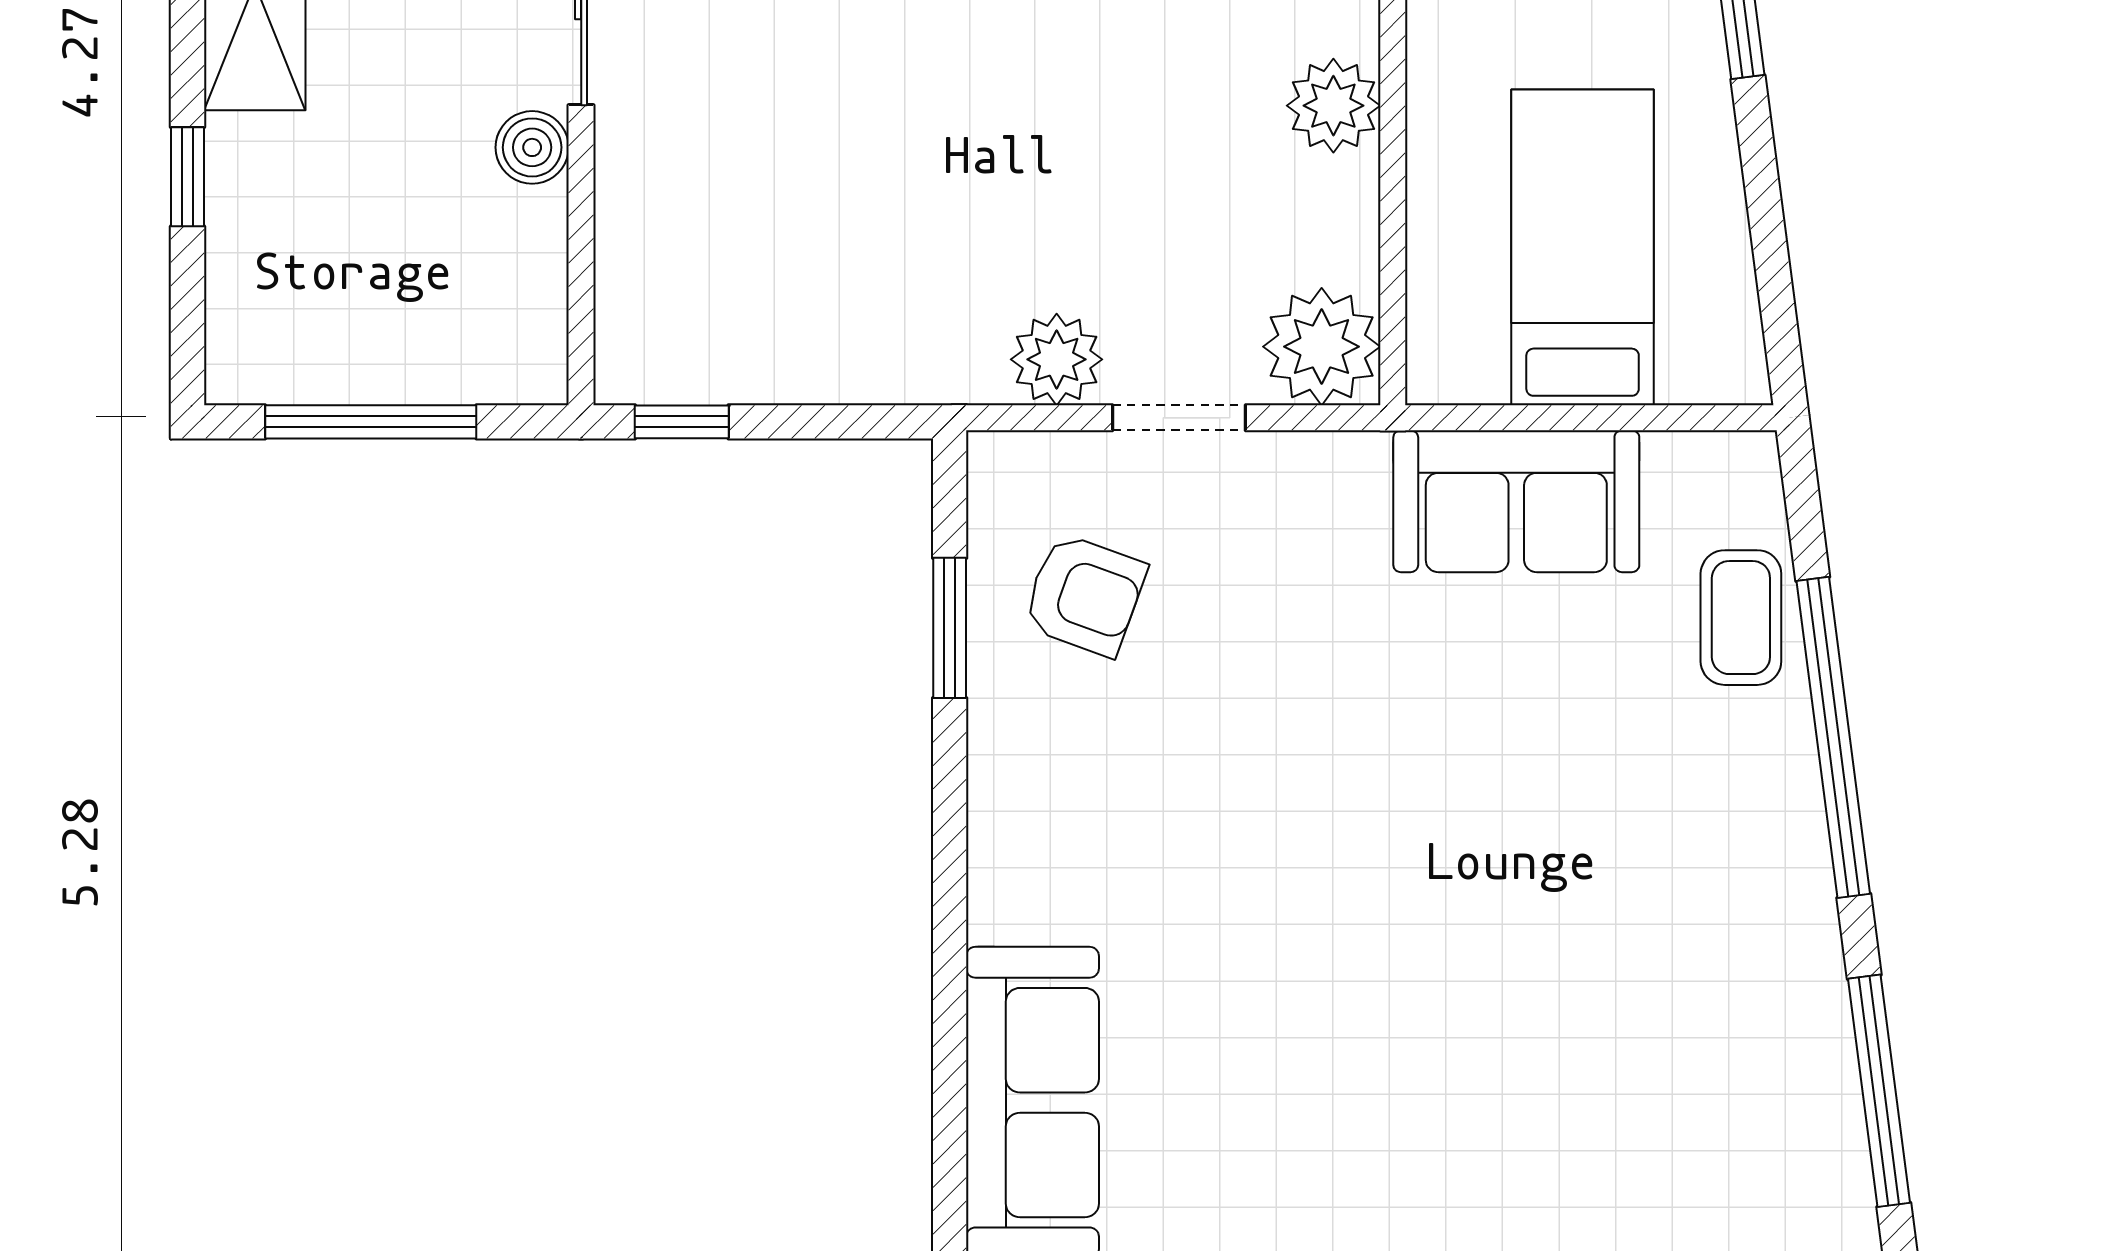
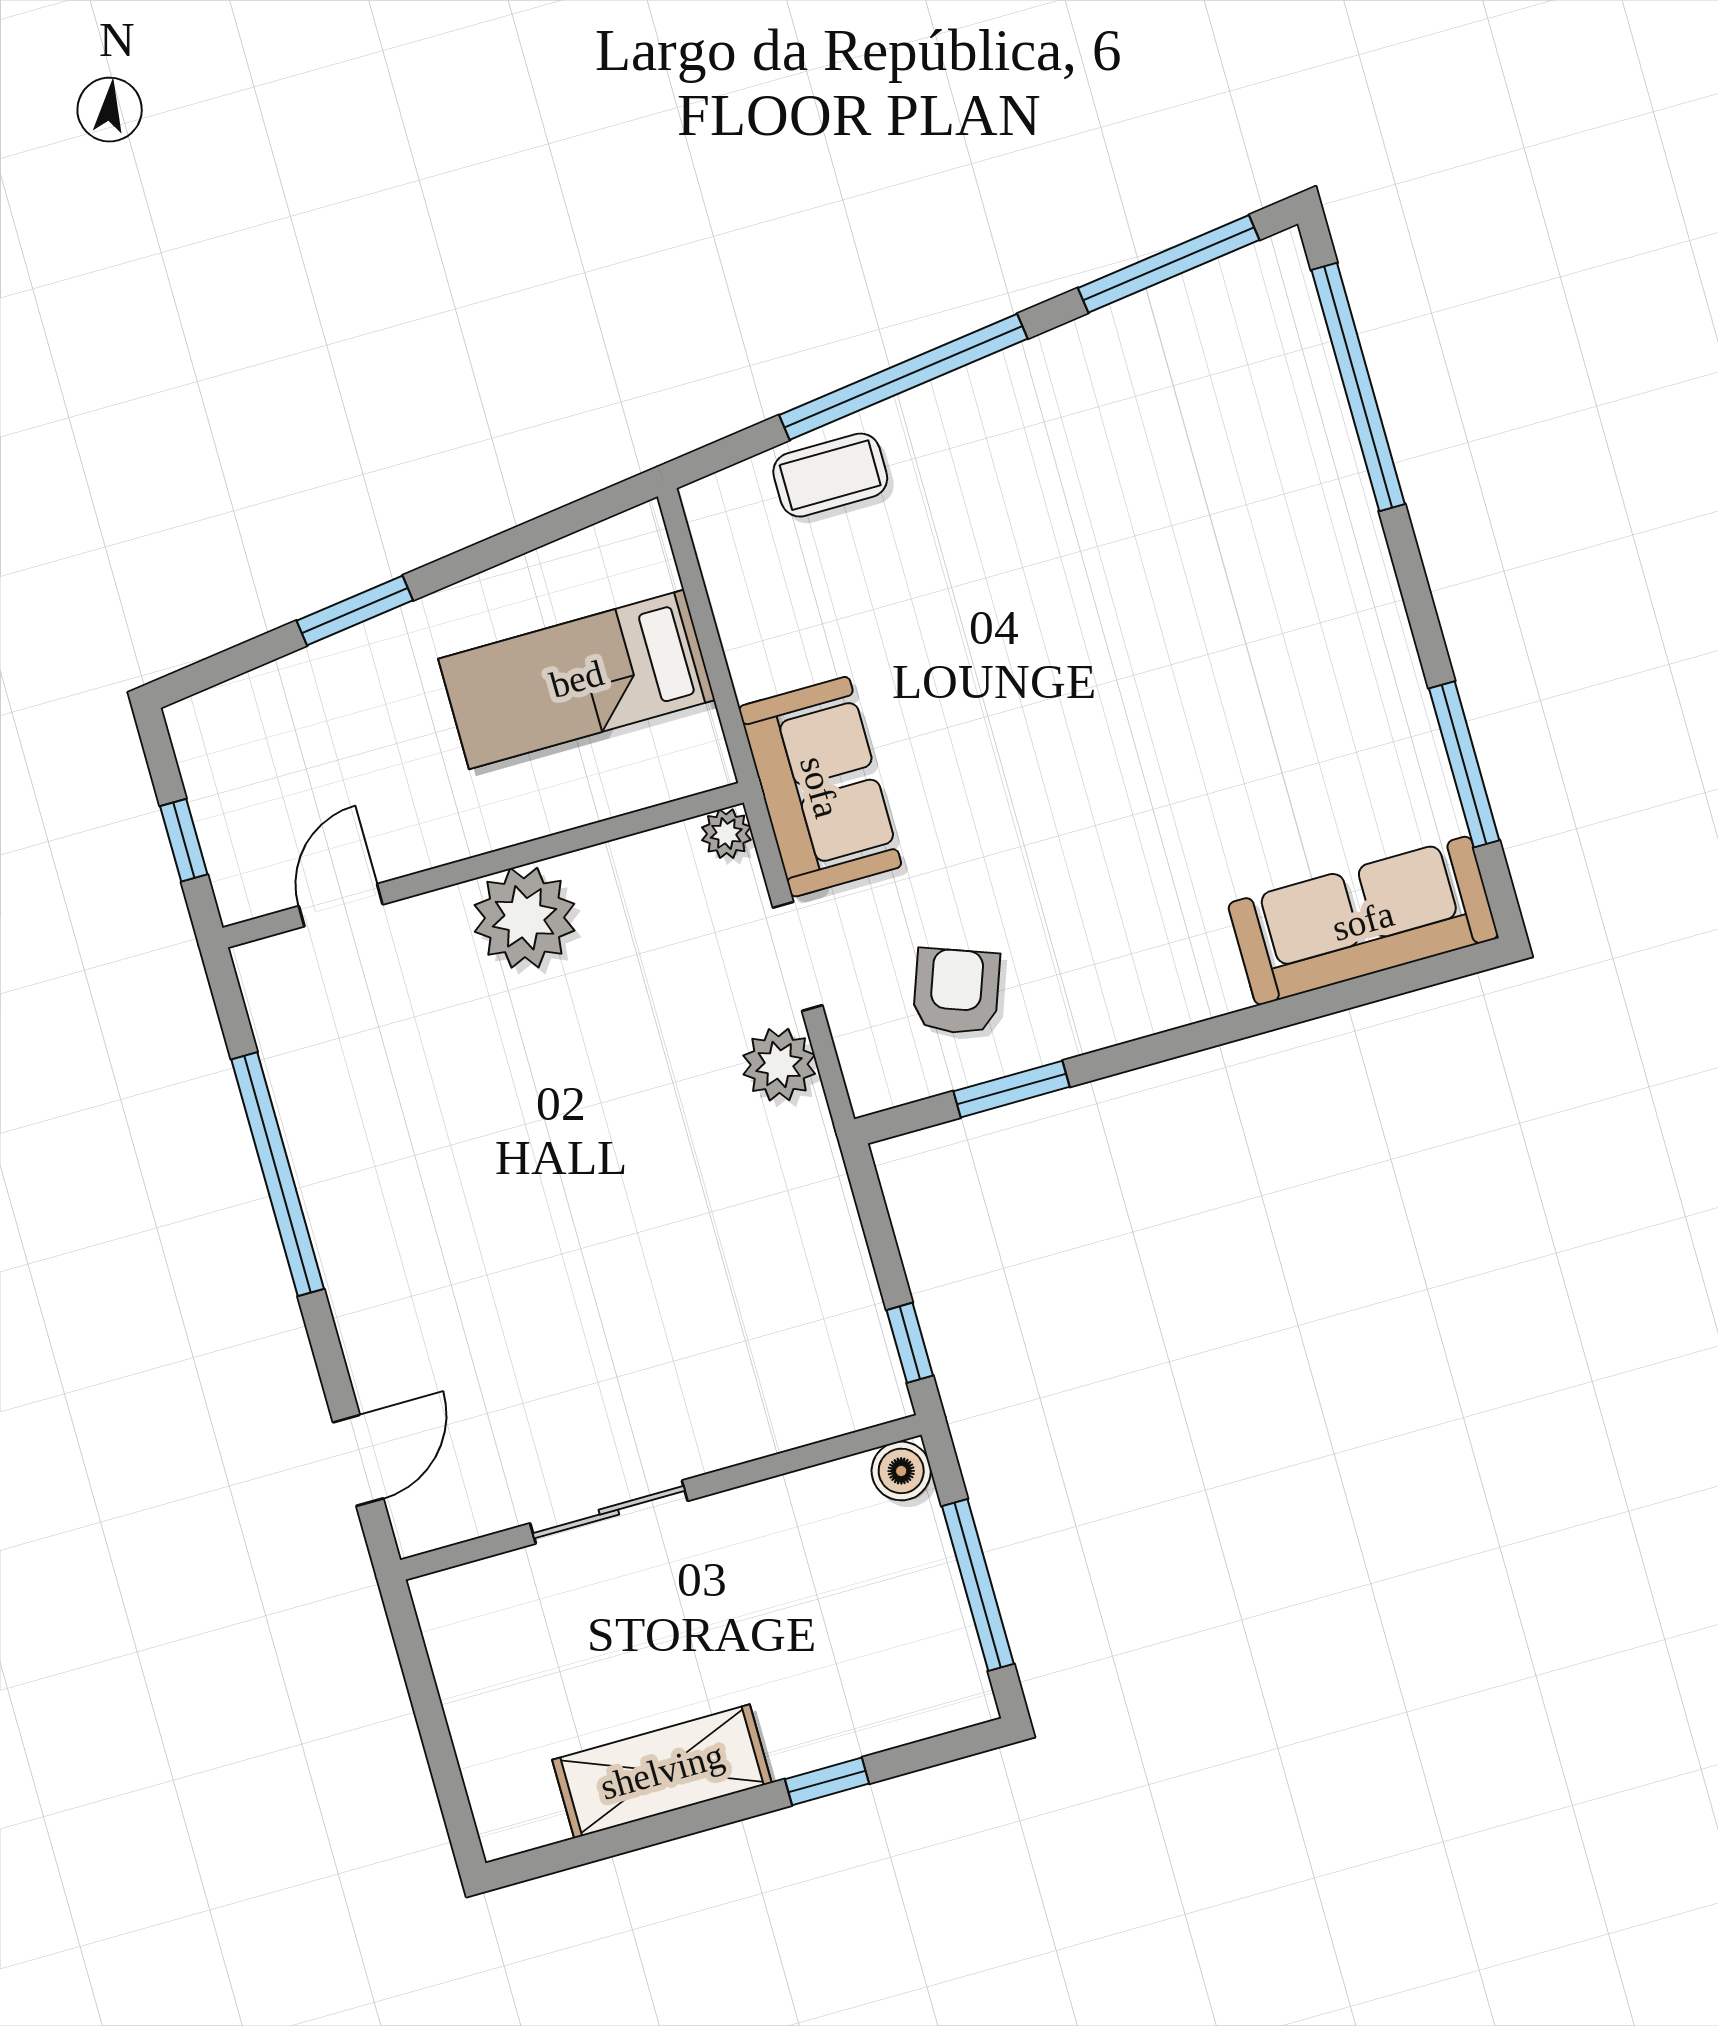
plant: (1333, 106) -> (524, 918), width x1.36, depth x1.36
boiler: (532, 147) -> (901, 1471), moved
plant: (1322, 347) -> (726, 834), width x0.53, depth x0.53
sofa: (1516, 501) -> (820, 787), moved

